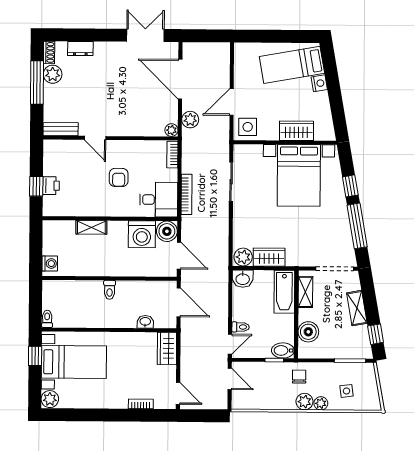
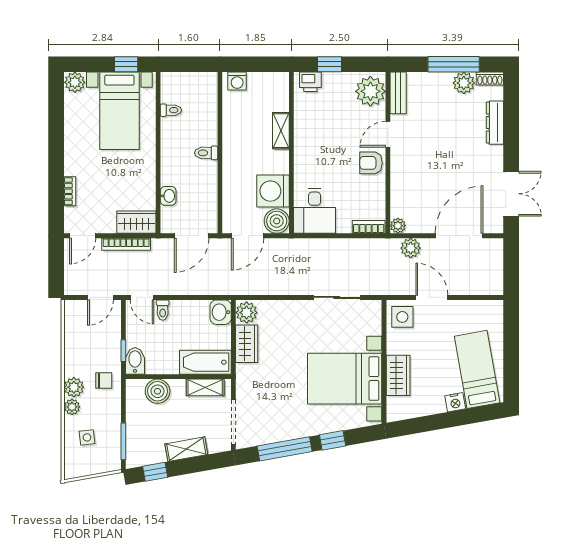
dresser: (80, 49) -> (495, 123), width x1.44
plant: (59, 152) -> (370, 91), added
armchair: (119, 177) -> (371, 163), moved
printer: (51, 186) -> (310, 82), moved
bookcase: (186, 194) -> (126, 244), moved
toilet: (47, 319) -> (171, 110), moved

